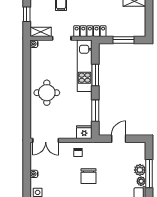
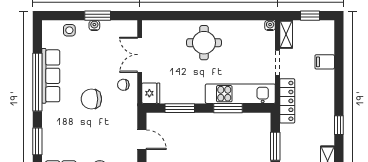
double door: (46, 140) -> (140, 55), moved
window: (27, 171) -> (98, 16), added

